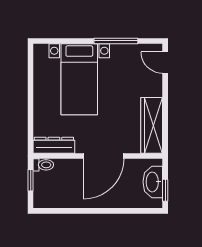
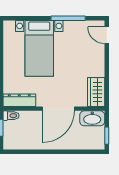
wardrobe: (152, 125) -> (96, 92), width x0.67
washbasin: (153, 182) -> (92, 118), moved, turned -90

